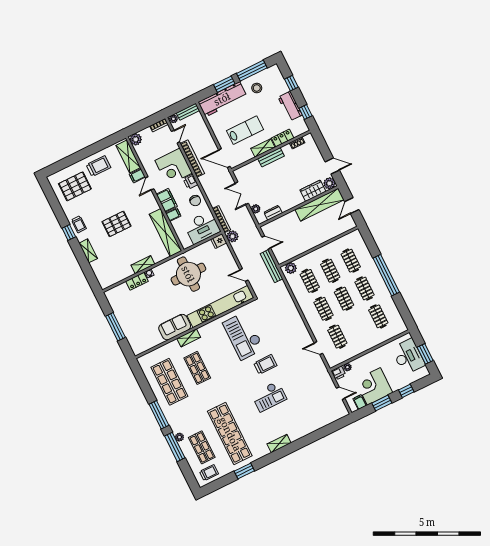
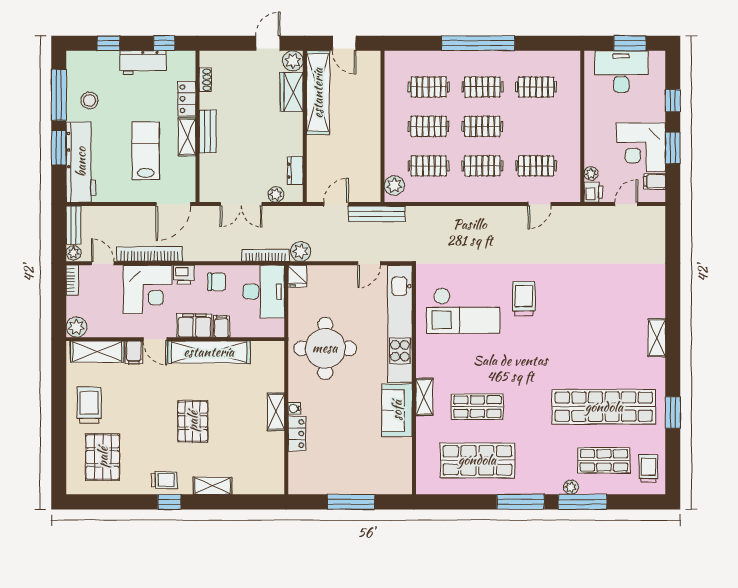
shelving: (166, 232) -> (209, 352), moved
checkout: (269, 396) -> (576, 317), removed

